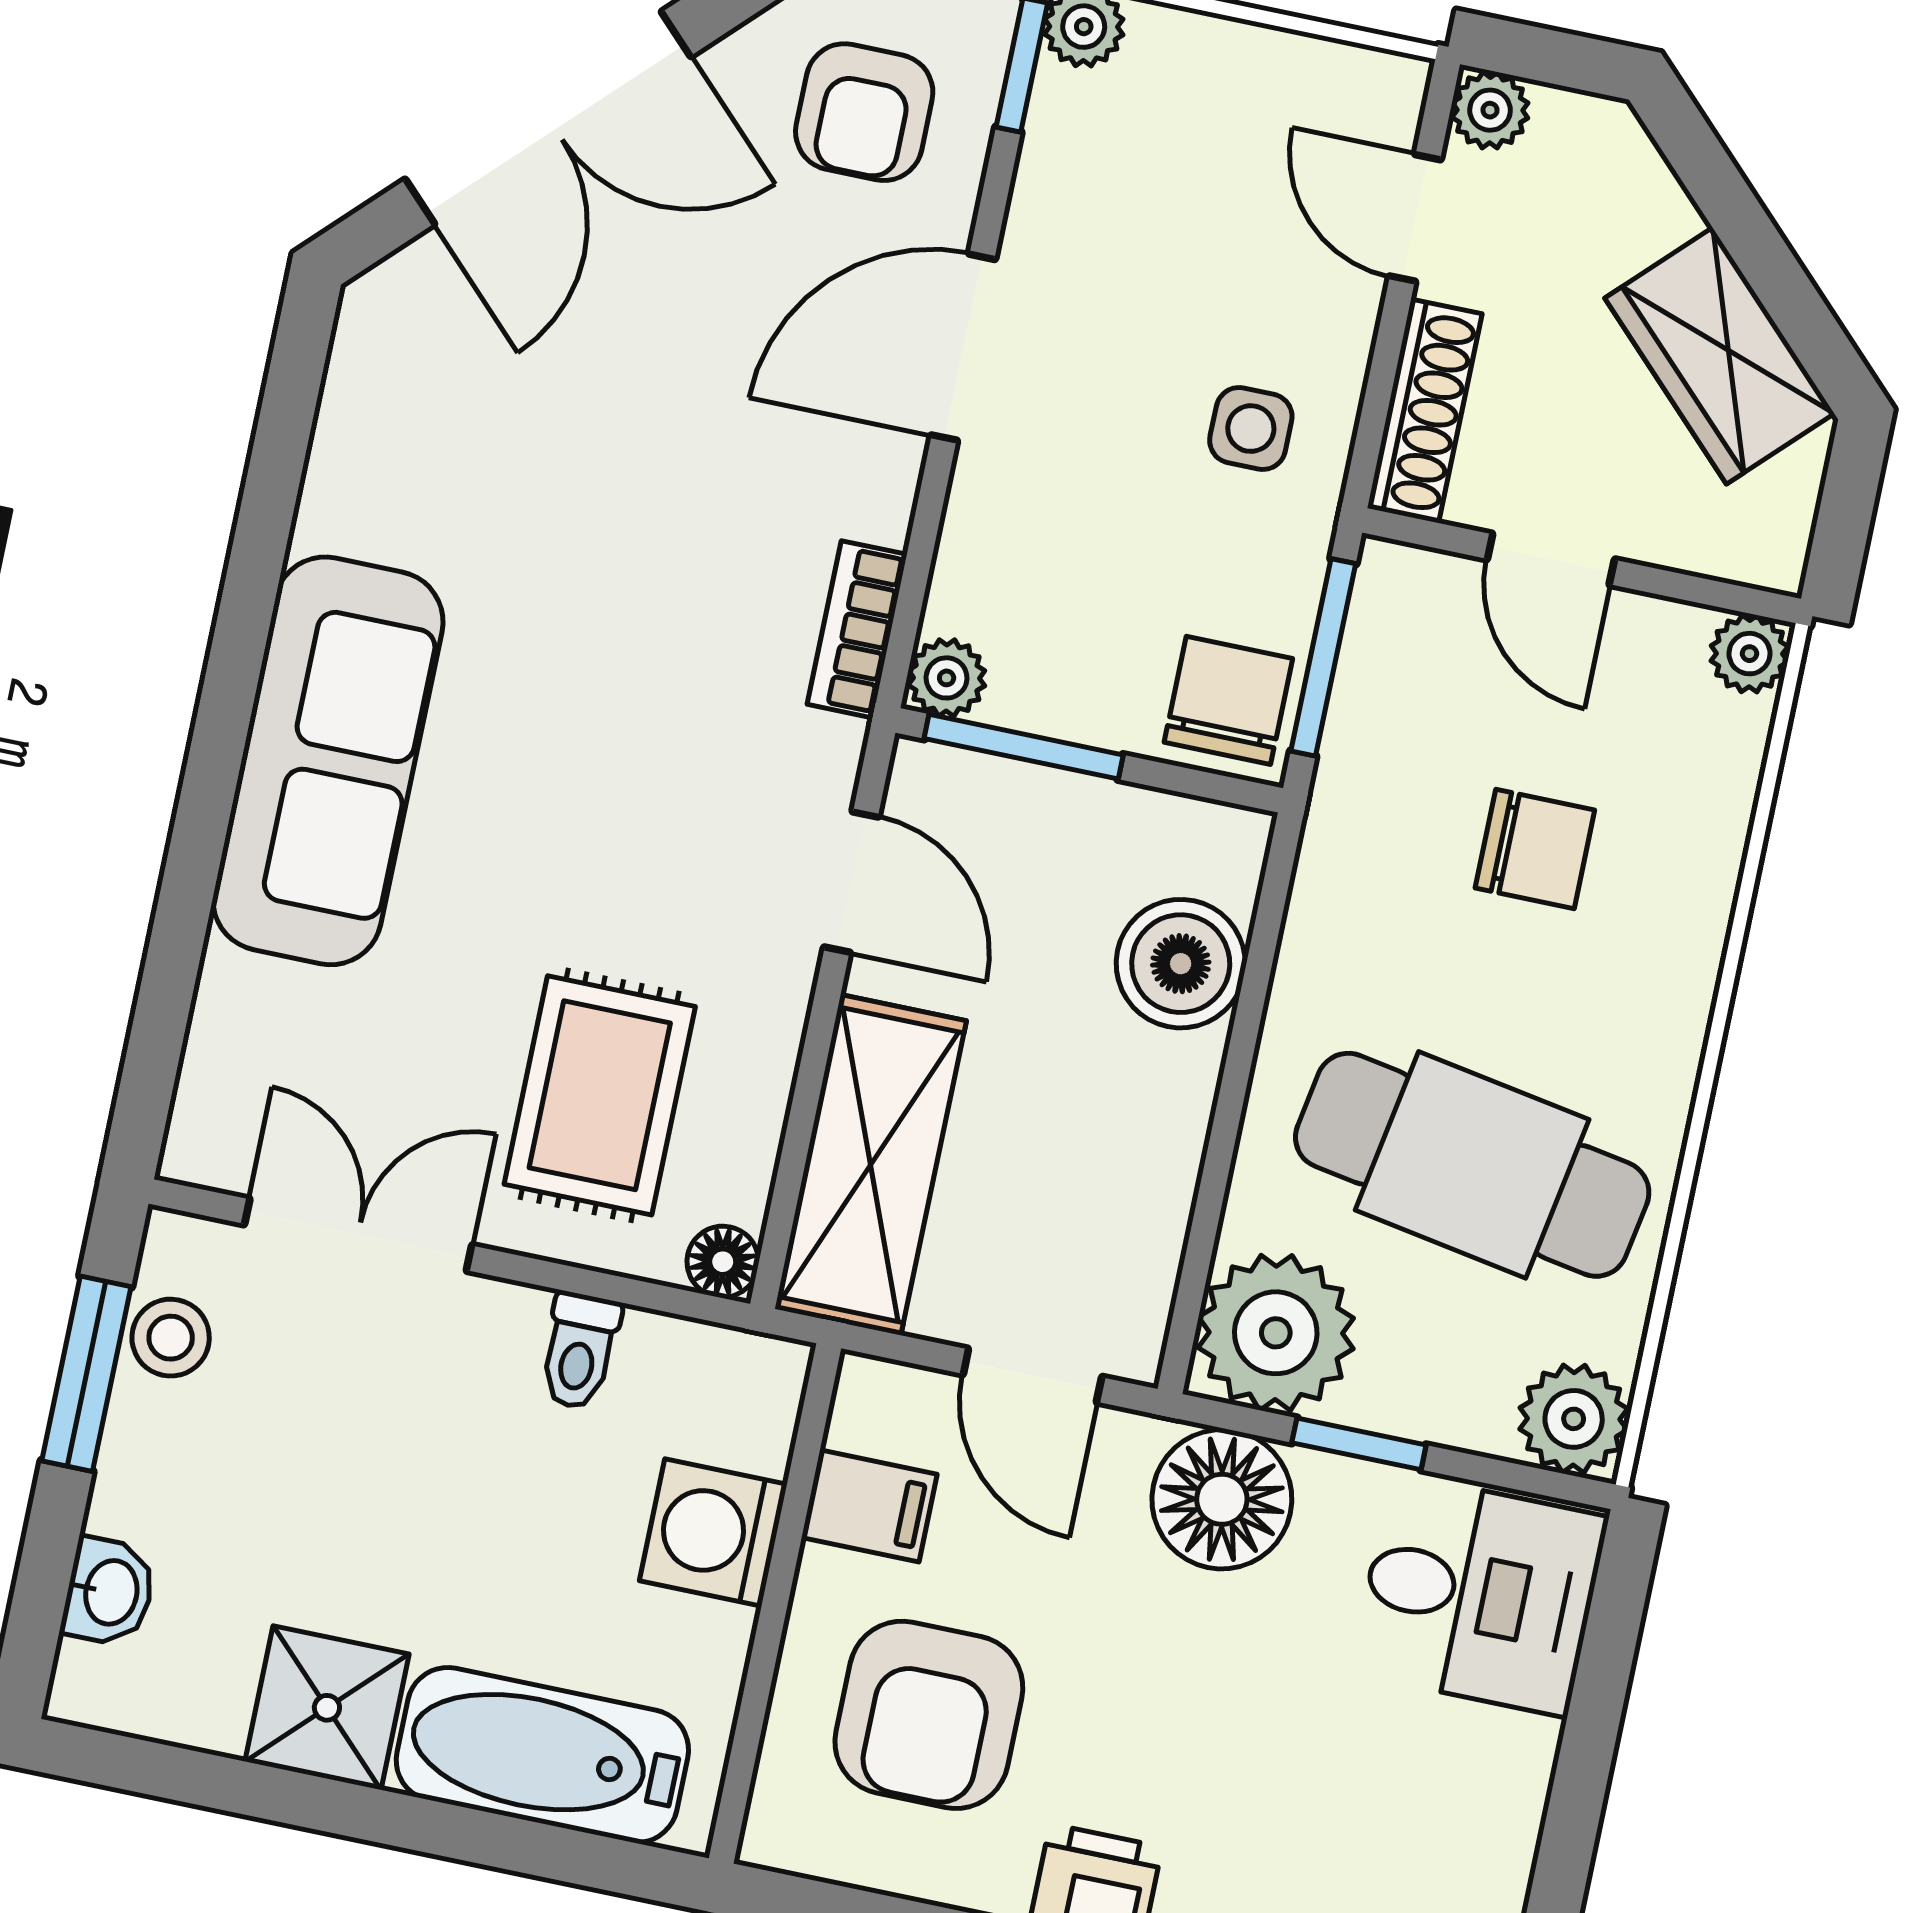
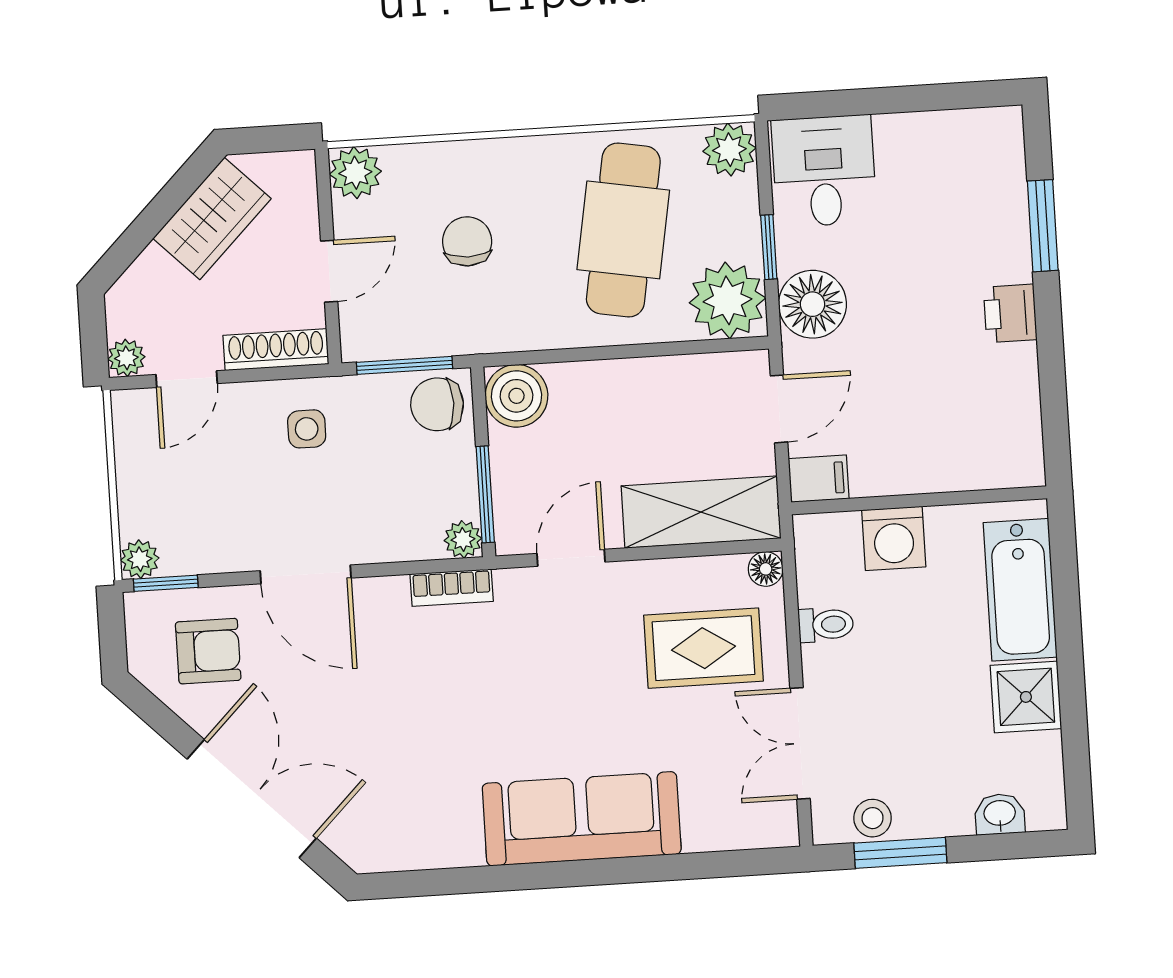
plant: (1749, 654) -> (355, 173), width x1.38, depth x1.38
boiler: (1181, 964) -> (517, 396), moved
filing cabinet: (869, 1506) -> (819, 479), moved, turned 90
armchair: (929, 1715) -> (951, 414), removed

